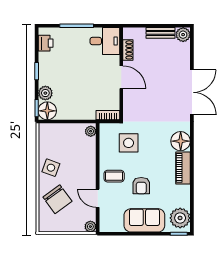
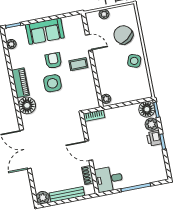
bench: (160, 33) -> (67, 194), width x1.36
printer: (46, 43) -> (154, 138), moved
side table: (129, 143) -> (52, 83), moved
plant: (180, 218) -> (11, 44), width x0.53, depth x0.53
plant: (90, 227) -> (104, 14), moved

